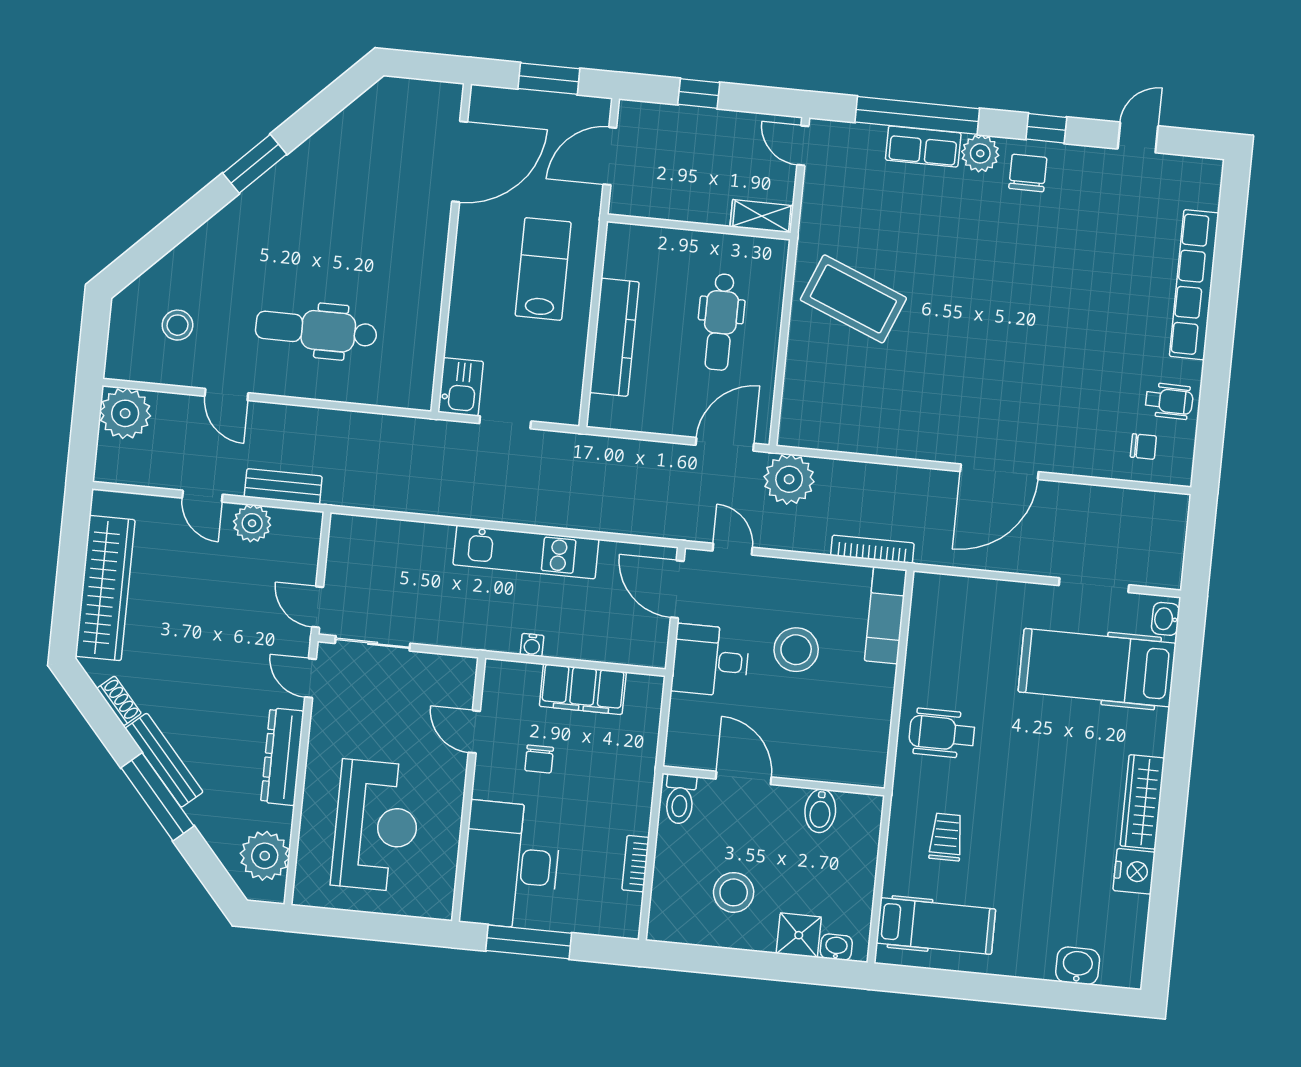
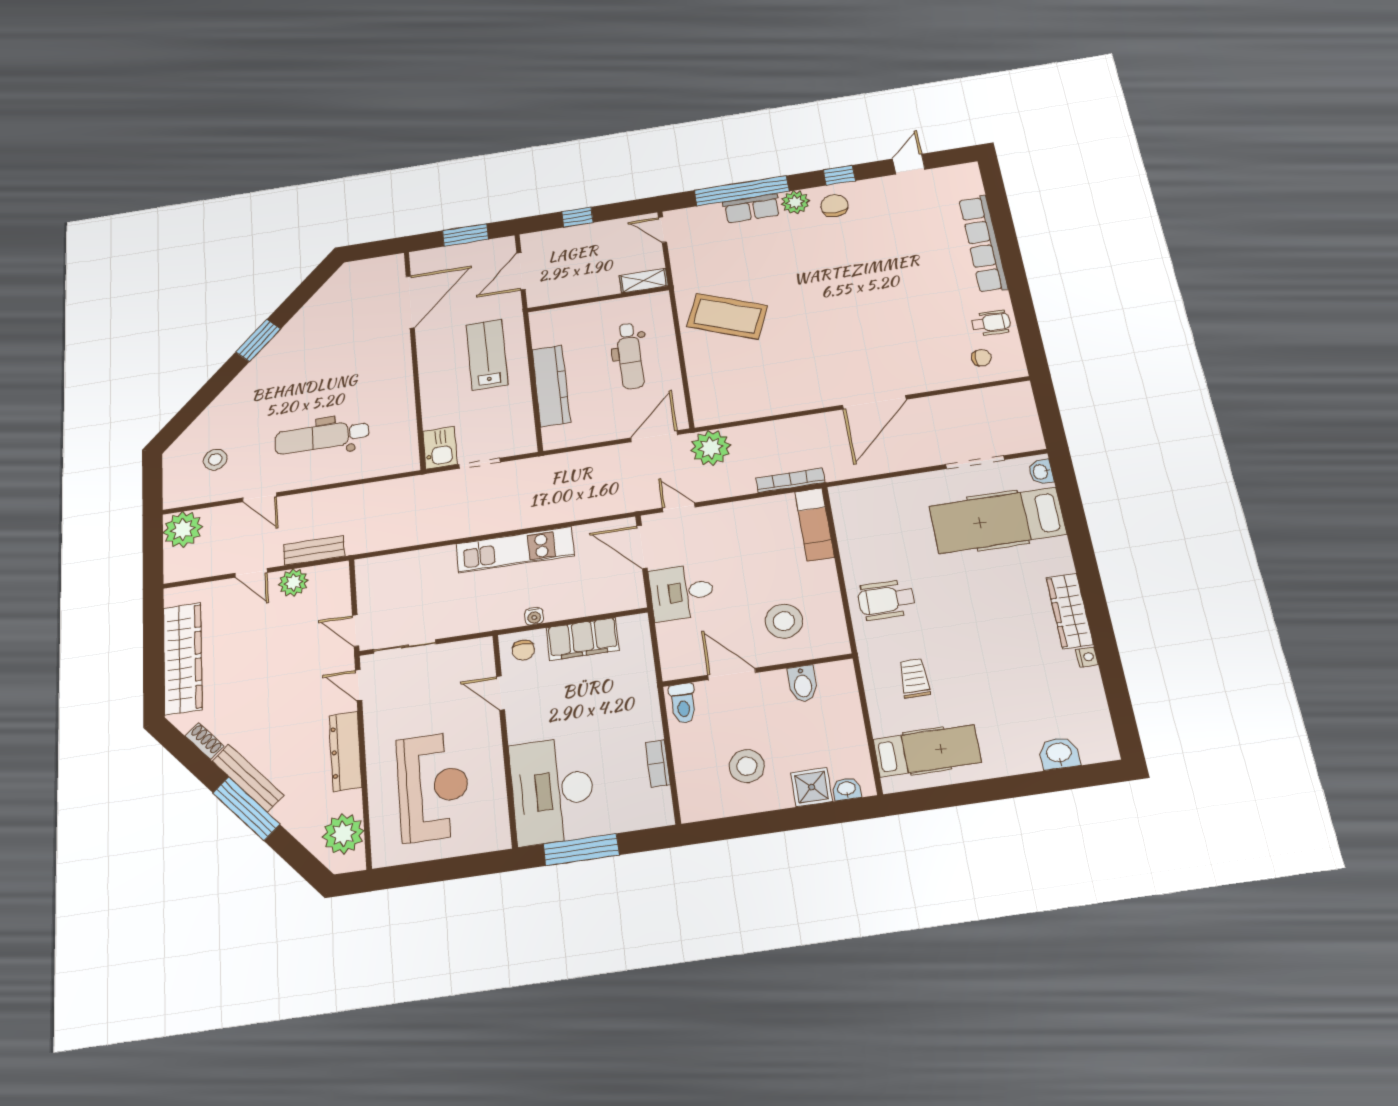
stool: (796, 650) -> (784, 621), moved
chair: (539, 759) -> (523, 650), moved
nightstand: (1134, 871) -> (1087, 657), width x0.53, depth x0.56

